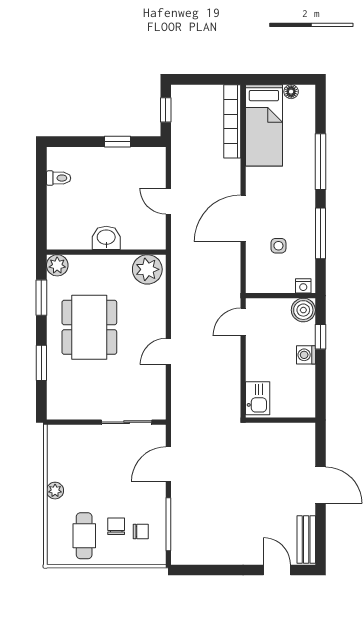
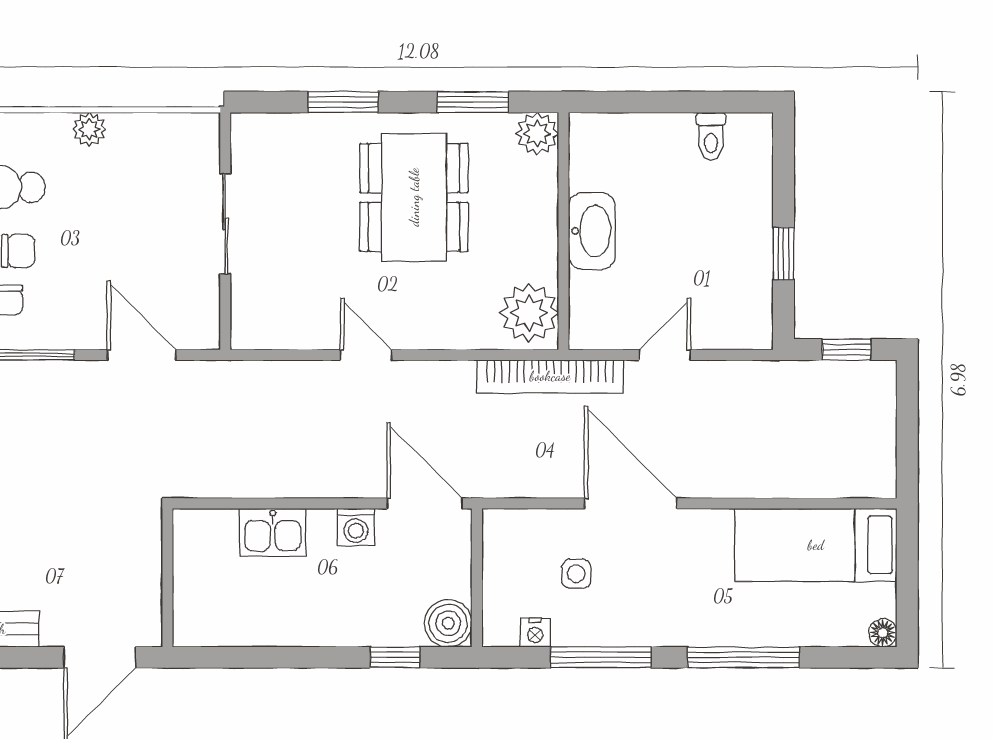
floor lamp: (291, 92) -> (883, 633), moved
bookcase: (232, 121) -> (550, 376), moved, turned 180
washbasin: (106, 238) -> (592, 231), width x1.38
nightstand: (303, 286) -> (535, 633), moved, turned -90
door: (243, 322) -> (425, 503), width x1.38
dining table: (89, 327) -> (414, 197), turned 90
washing machine: (306, 355) -> (356, 527), moved, turned 180
wall: (280, 420) -> (167, 578), moved
sliding door: (127, 422) -> (225, 224), moved

